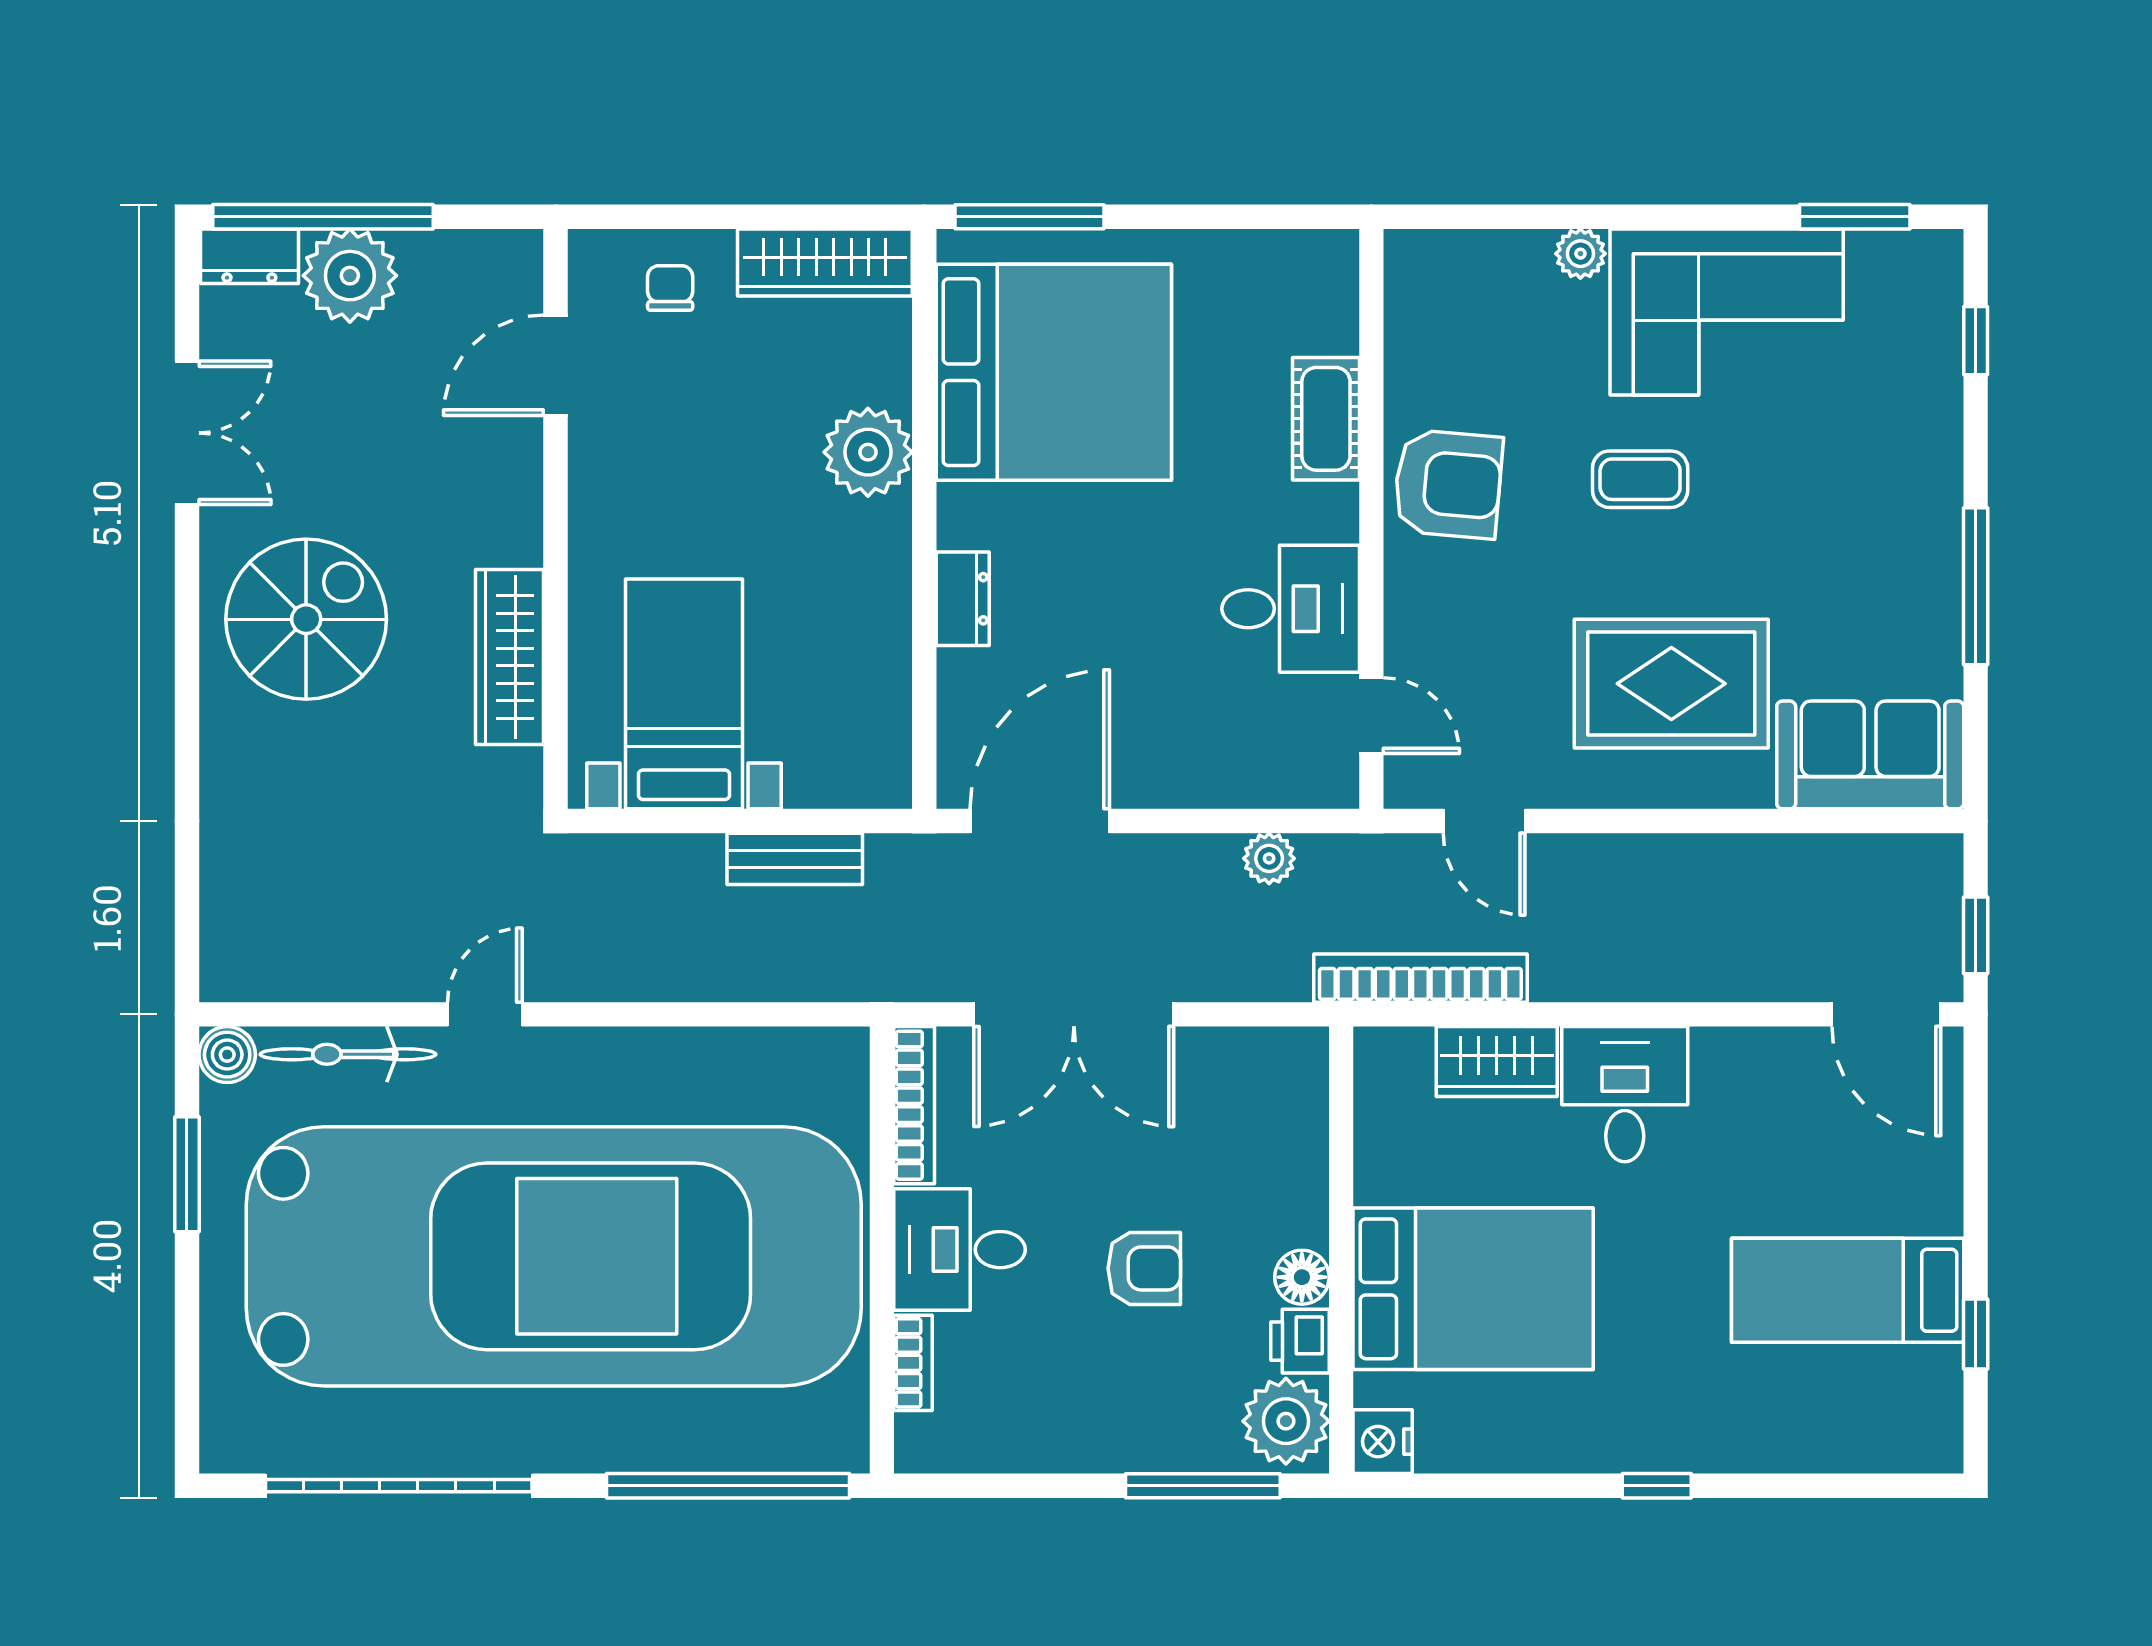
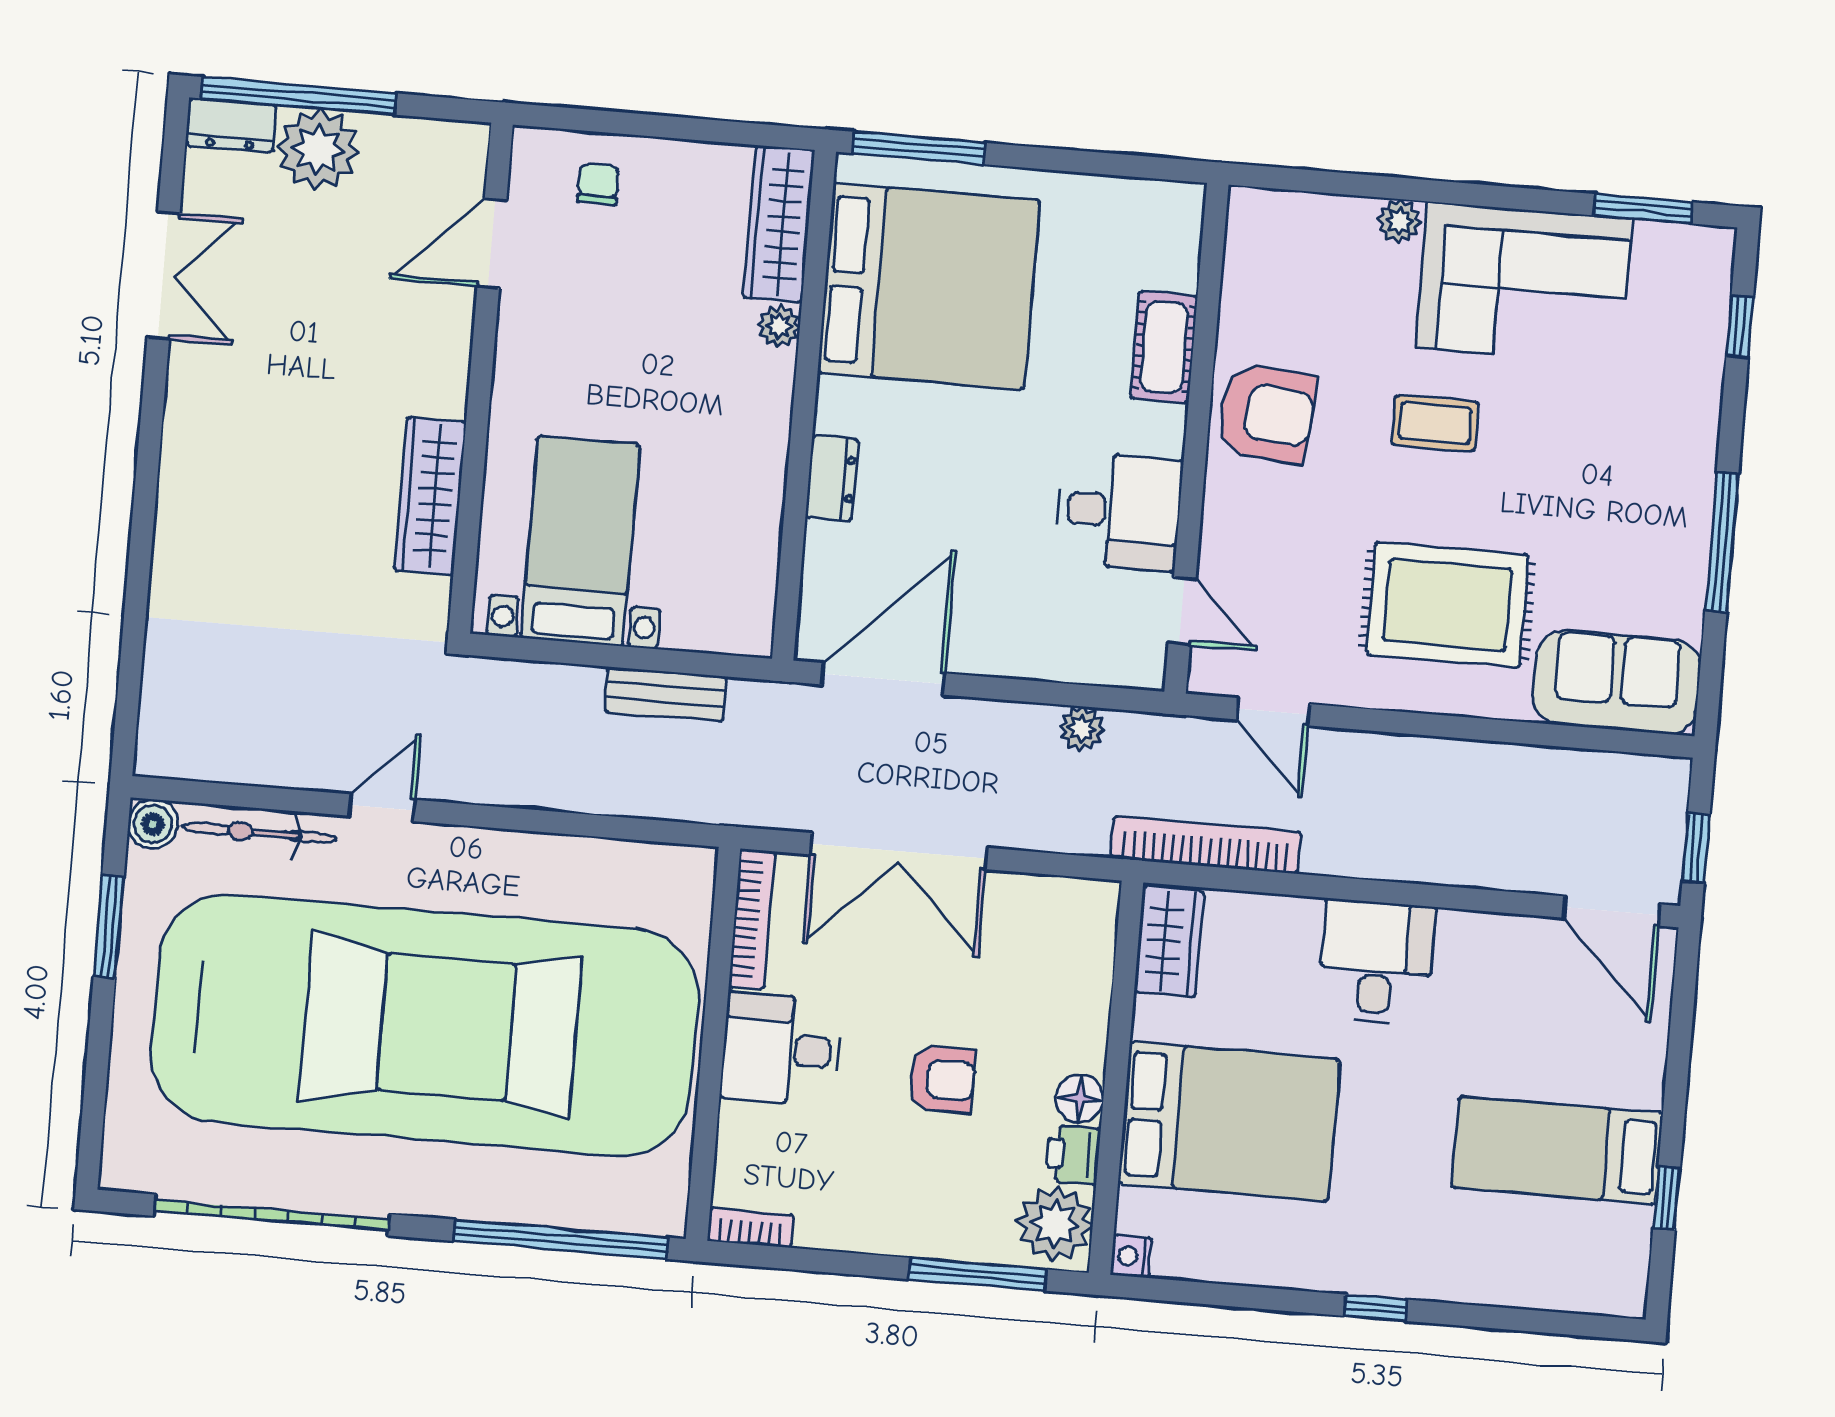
wardrobe: (825, 263) -> (779, 224), moved, turned 90
plant: (868, 452) -> (779, 326), width x0.53, depth x0.53
spiral stairs: (306, 619) -> (254, 448), removed
wardrobe: (1497, 1061) -> (1169, 942), moved, turned -90
bookcase: (913, 1363) -> (750, 1228), moved, turned -90
nightstand: (1383, 1442) -> (1131, 1256), width x0.72, depth x0.74

